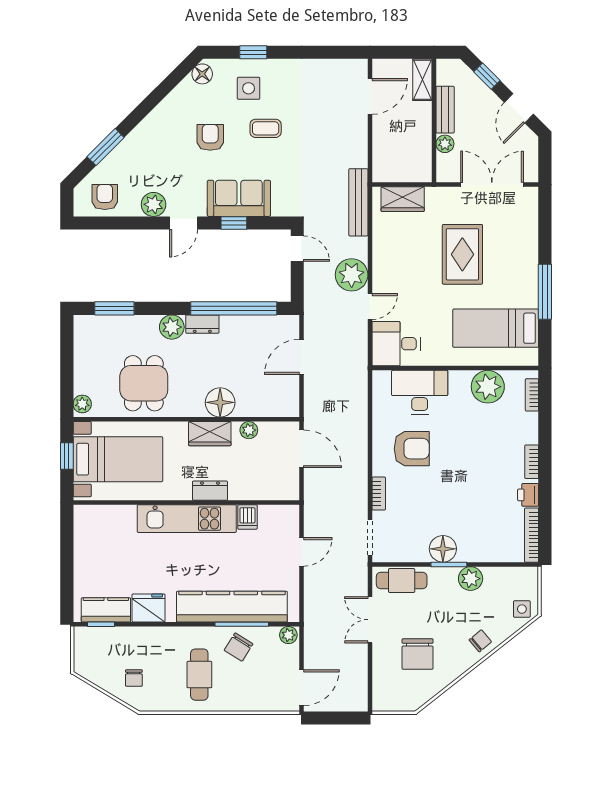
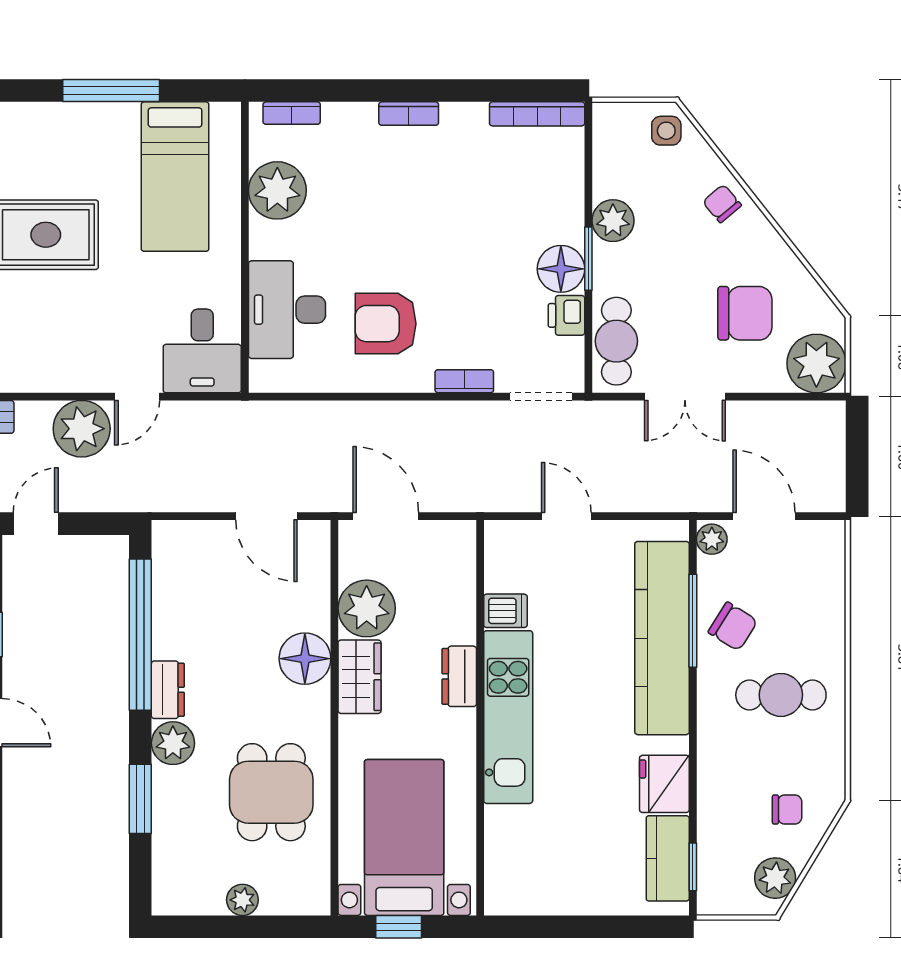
door: (370, 307) -> (137, 397), swing flipped
window: (114, 308) -> (140, 799), moved
door: (302, 357) -> (266, 516), moved
dining table: (144, 383) -> (271, 792), turned 90
plant: (82, 404) -> (242, 900), moved
plant: (249, 430) -> (367, 608), width x1.88, depth x1.88
door: (302, 449) -> (386, 516), hinge flipped
armchair: (412, 449) -> (386, 324), turned -90
printer: (528, 495) -> (566, 315), moved, turned 90
plant: (95, 671) -> (775, 878), added
door: (302, 688) -> (764, 516), moved
plant: (389, 695) -> (816, 364), added

